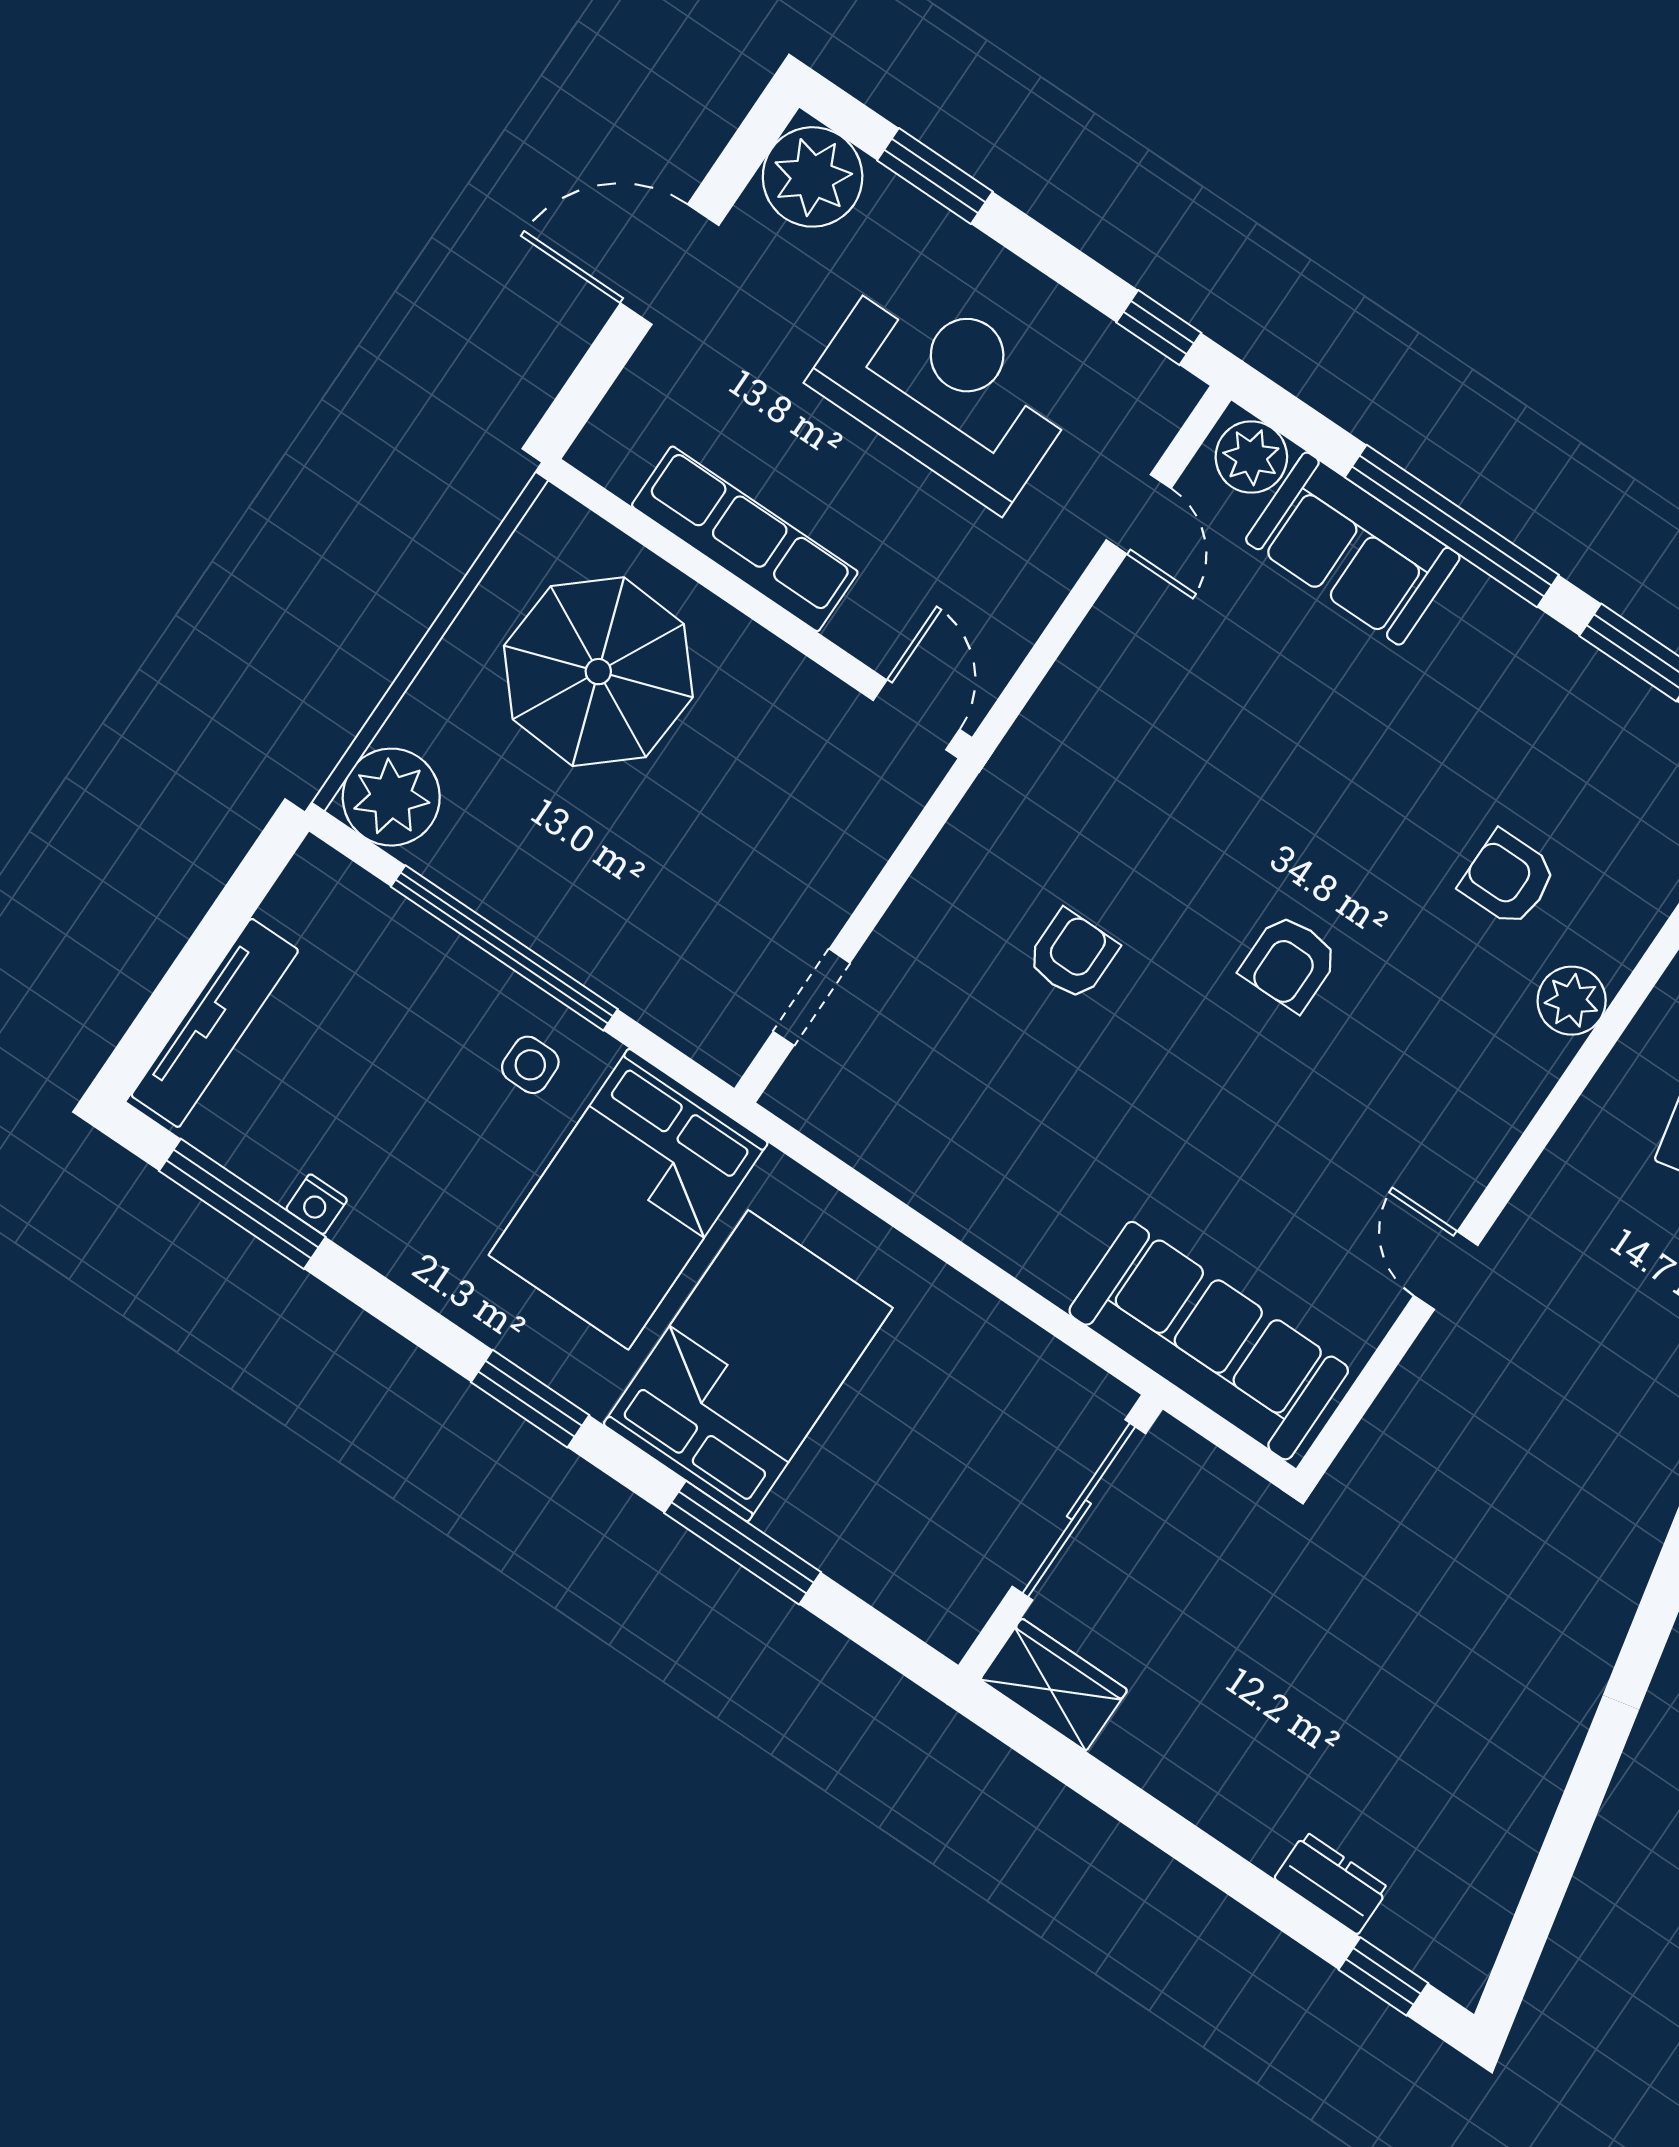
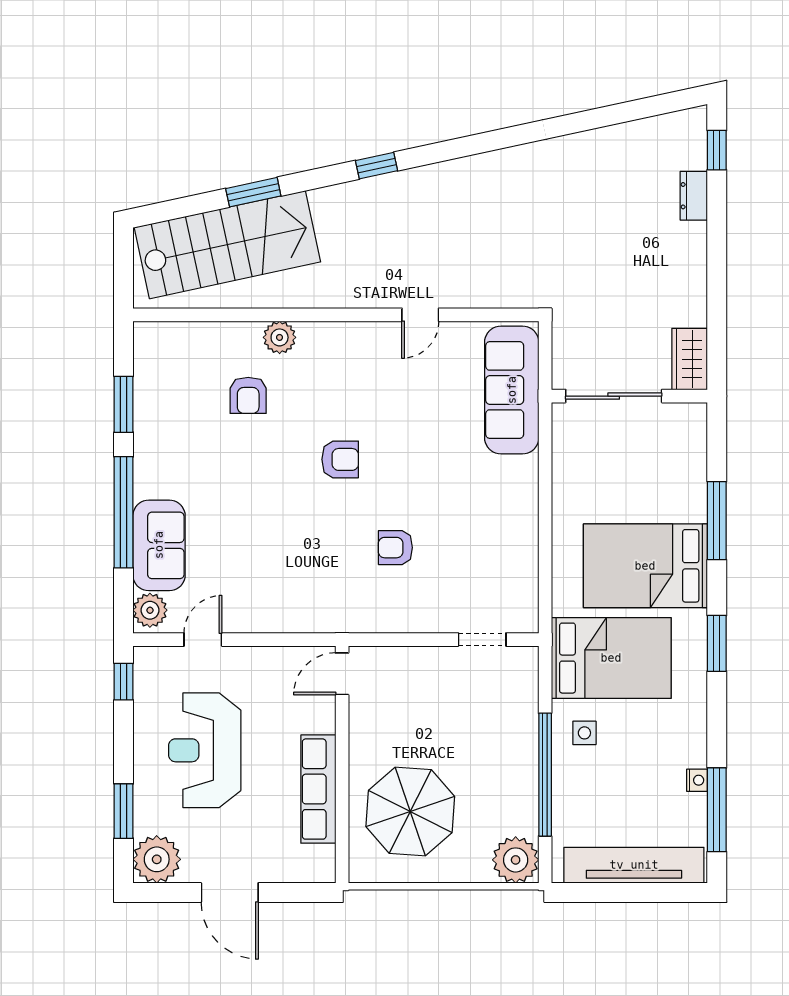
tv unit: (215, 1023) -> (634, 865), width x1.36, depth x1.29

